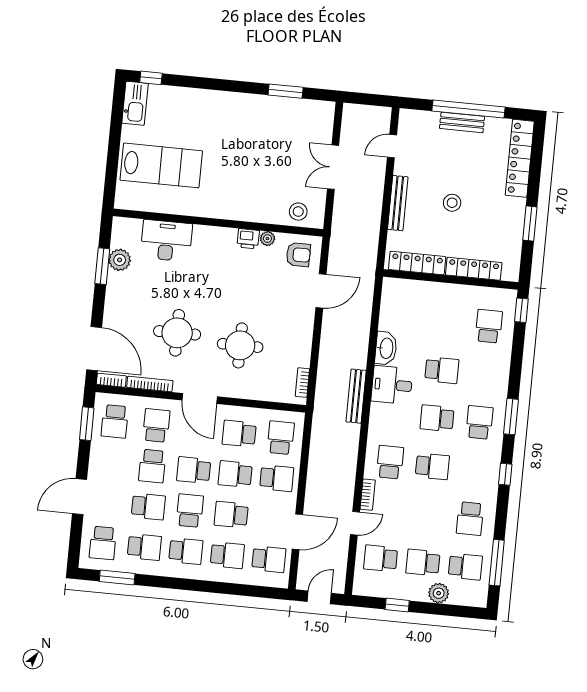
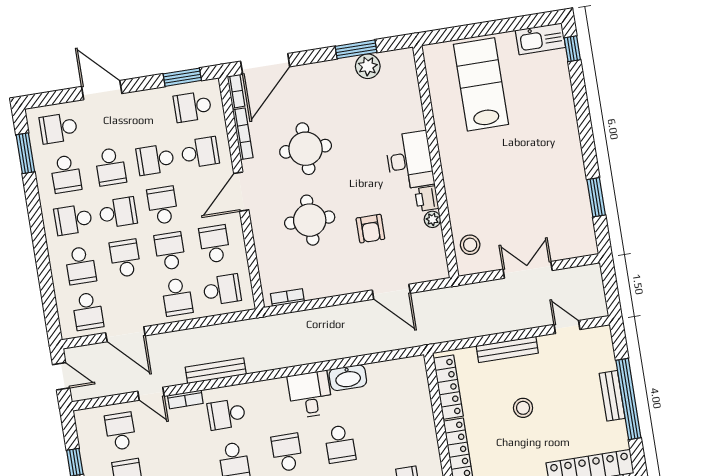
lab bench: (161, 165) -> (481, 84), turned 180
desk: (166, 241) -> (410, 160), moved
armchair: (298, 255) -> (370, 229), moved
bench: (356, 396) -> (216, 371), moved
school desk: (390, 462) -> (226, 414), turned 180
school desk: (186, 551) -> (73, 220), turned 90

